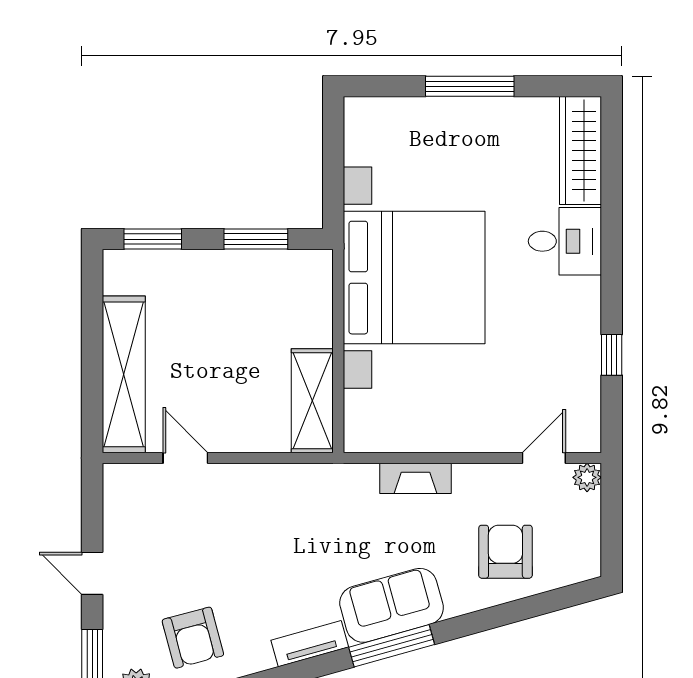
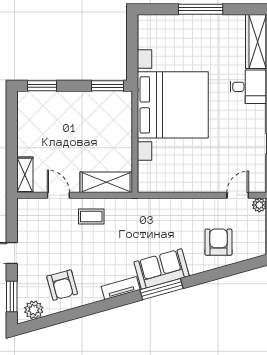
window: (256, 239) -> (108, 86), moved
shelving: (124, 374) -> (25, 175), width x0.45, depth x0.75
shelving: (312, 401) -> (106, 182), moved, turned 90
fireplace: (416, 478) -> (174, 205), removed
coffee table: (251, 500) -> (91, 216), added

